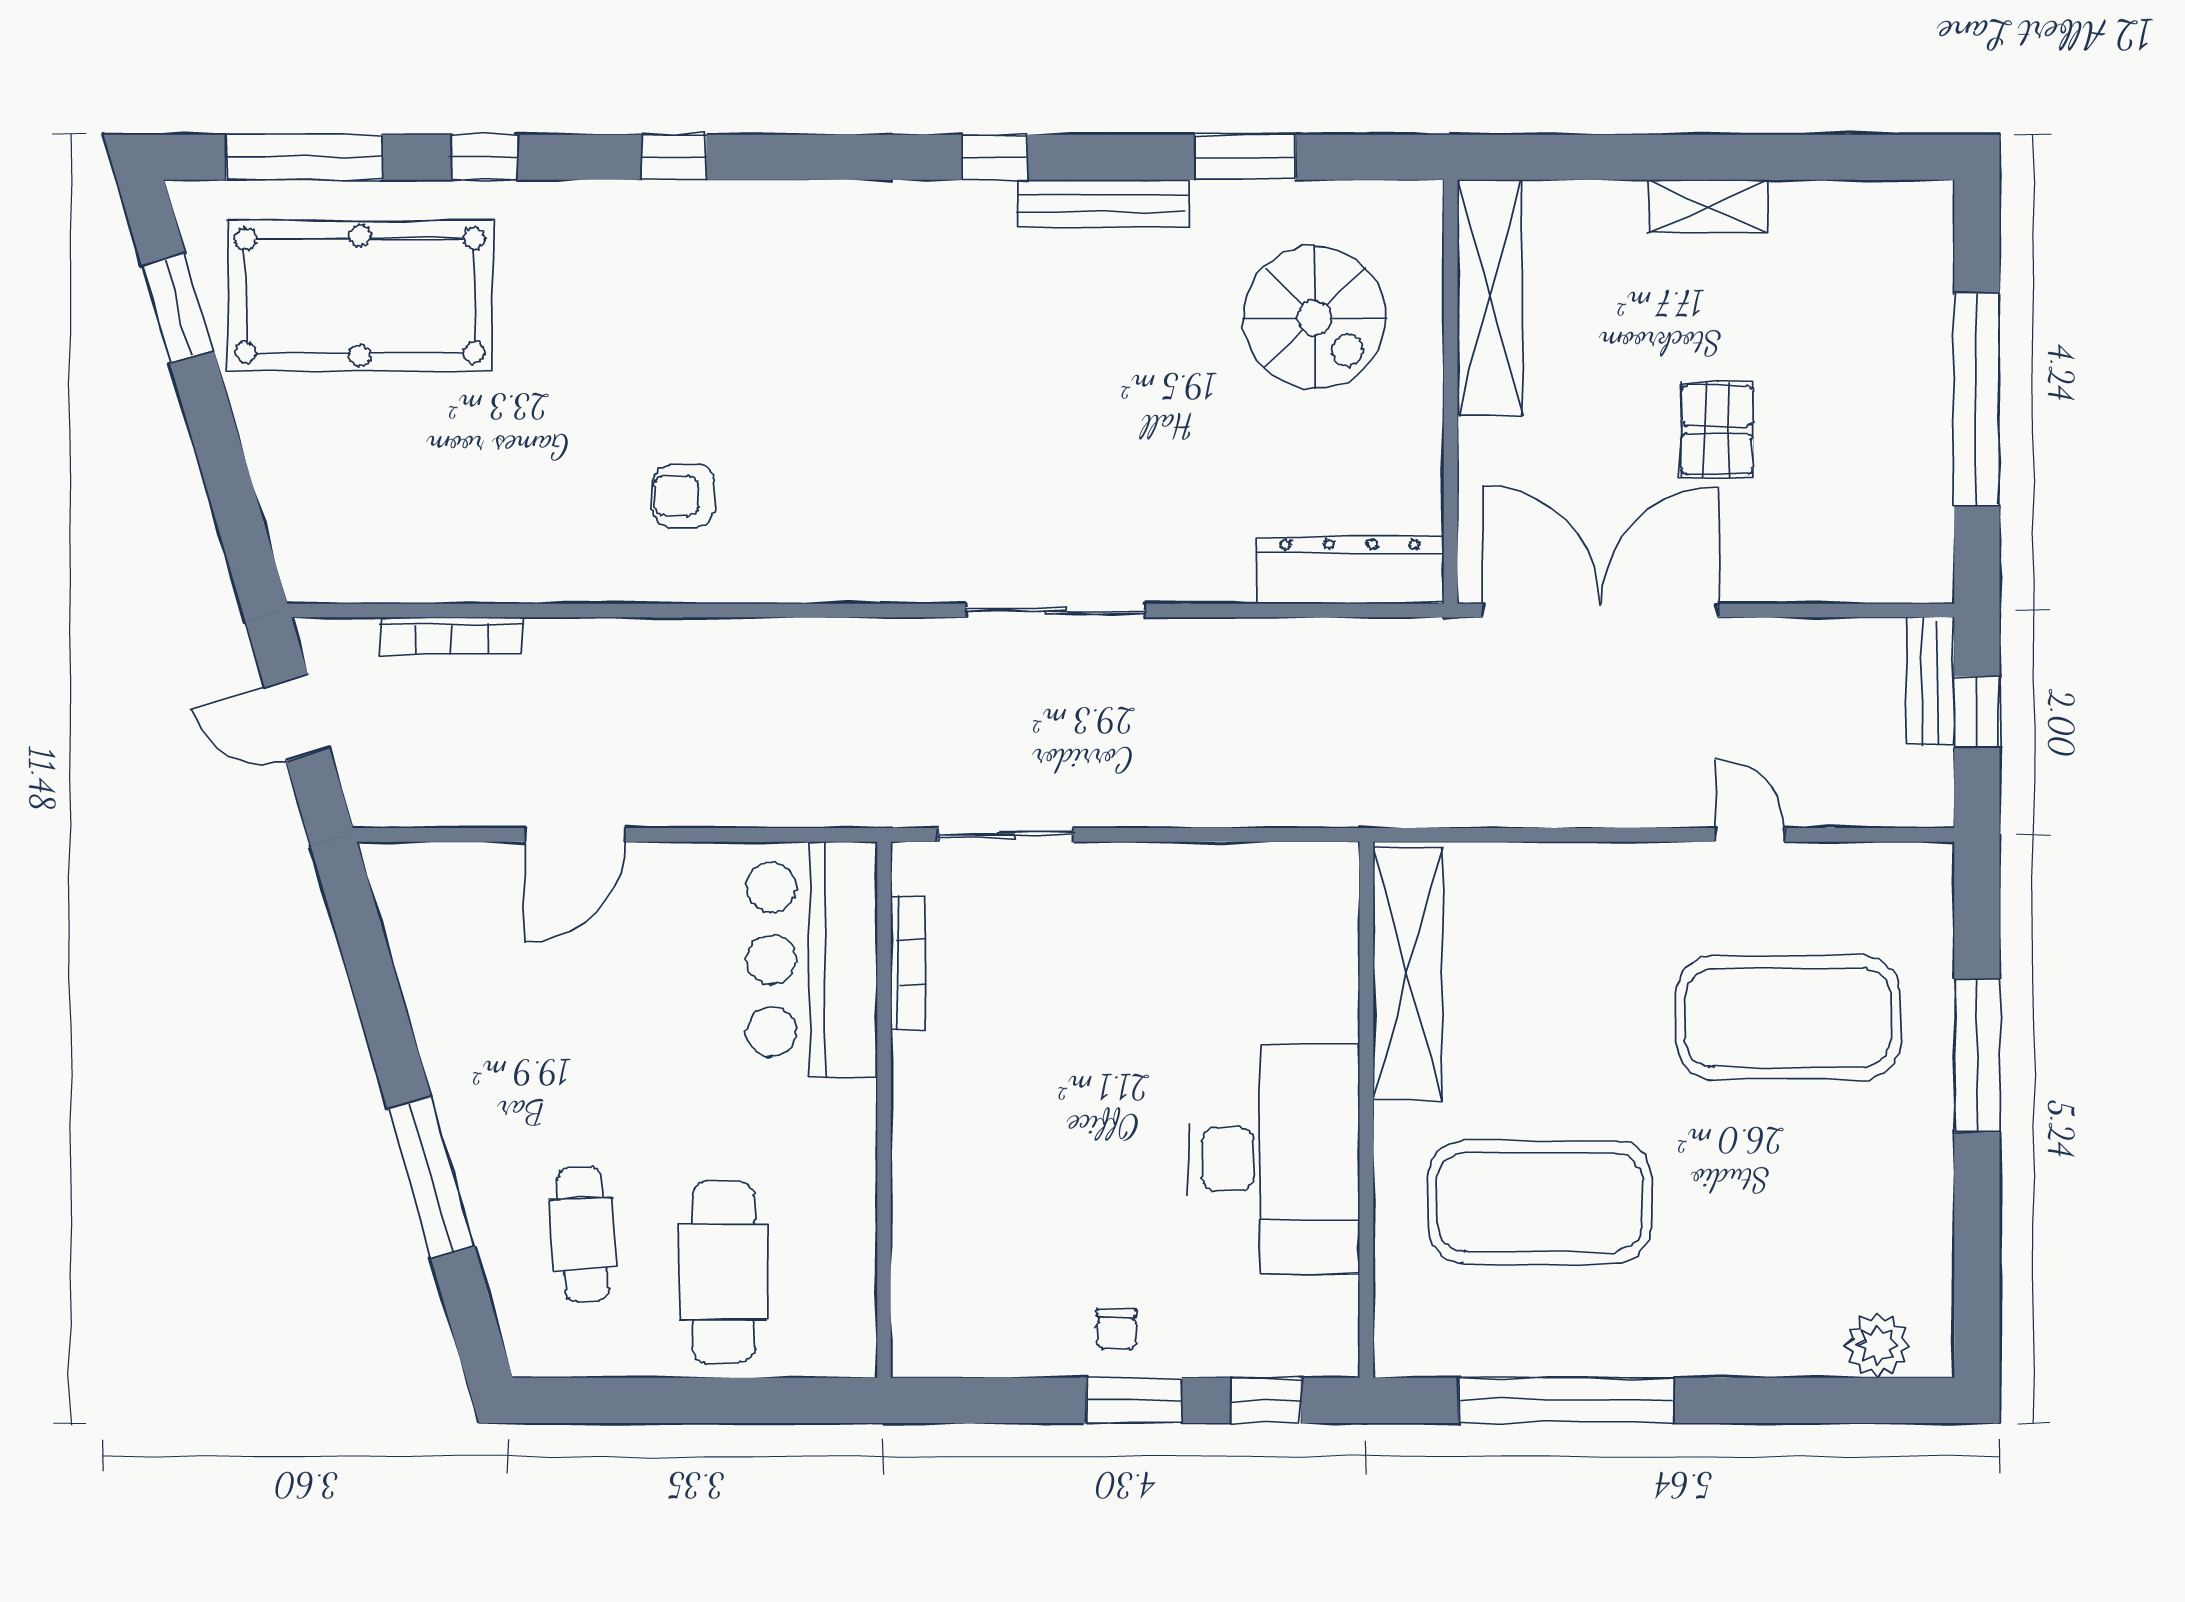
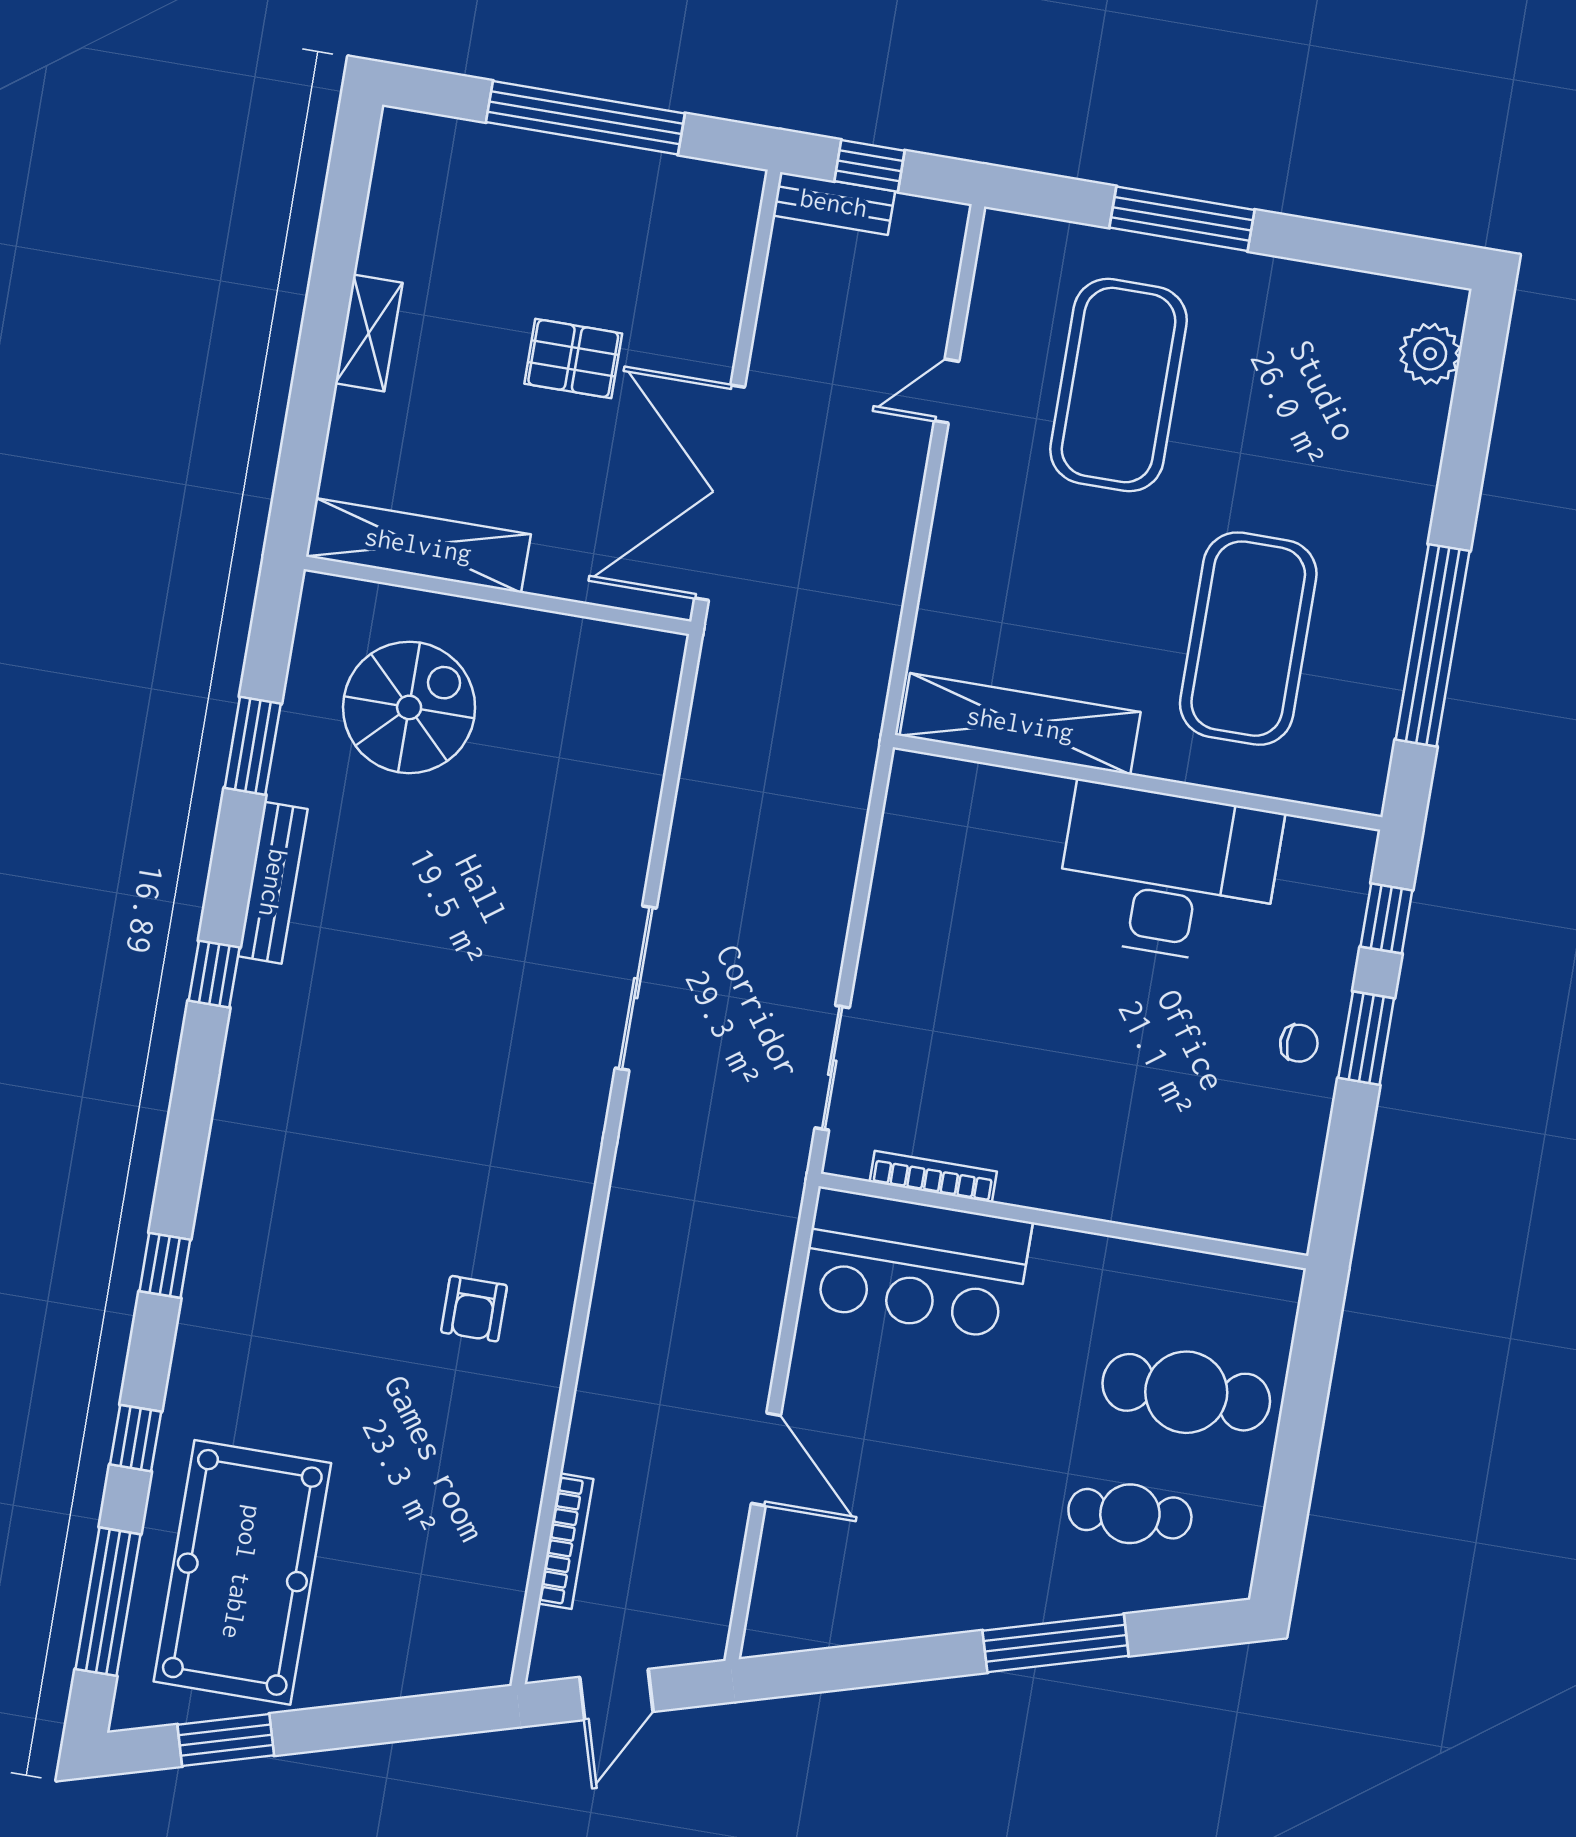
dresser: (1350, 570) -> (645, 714), removed

